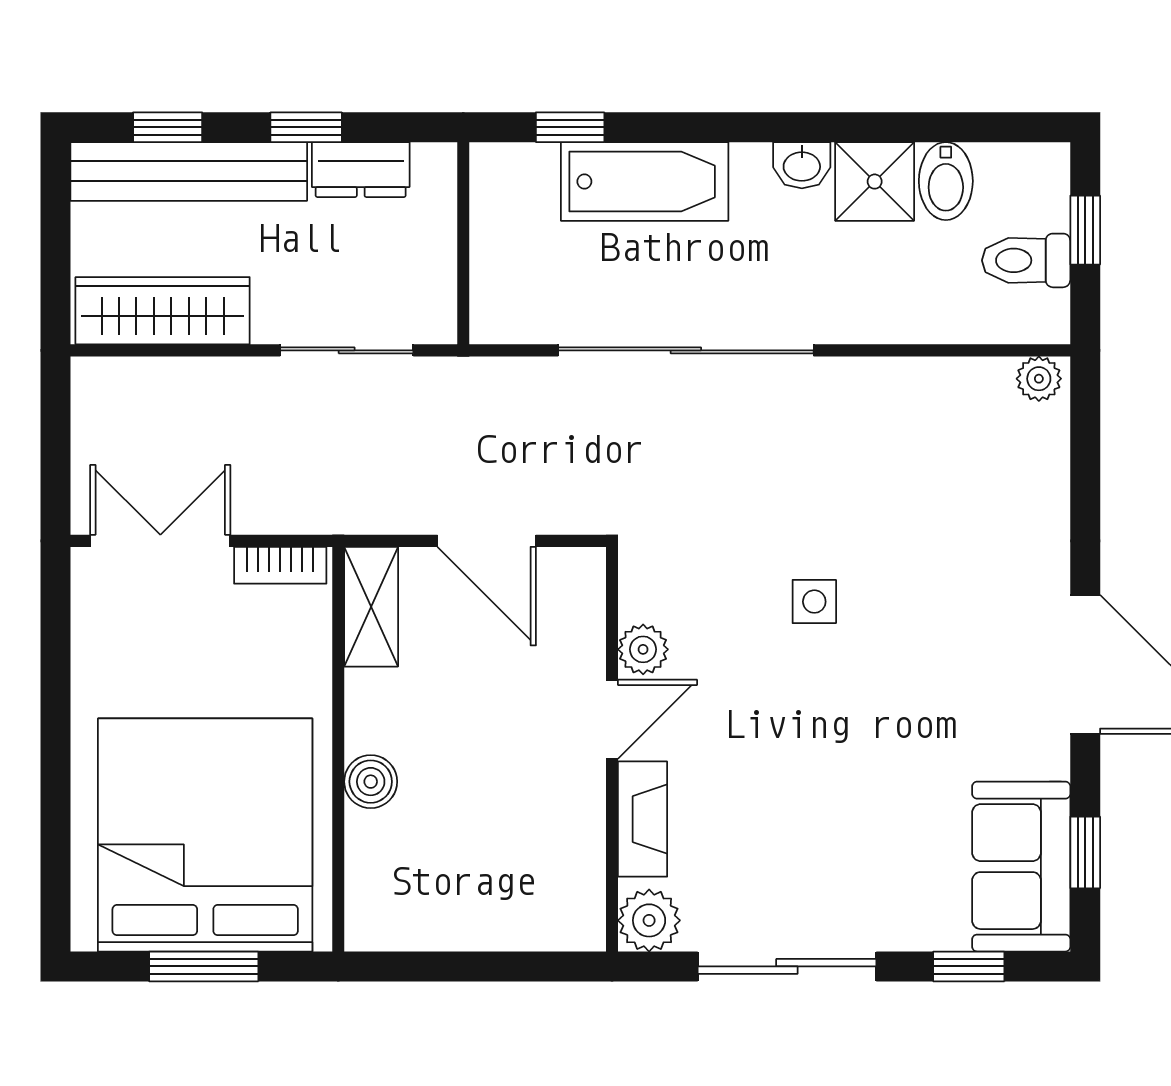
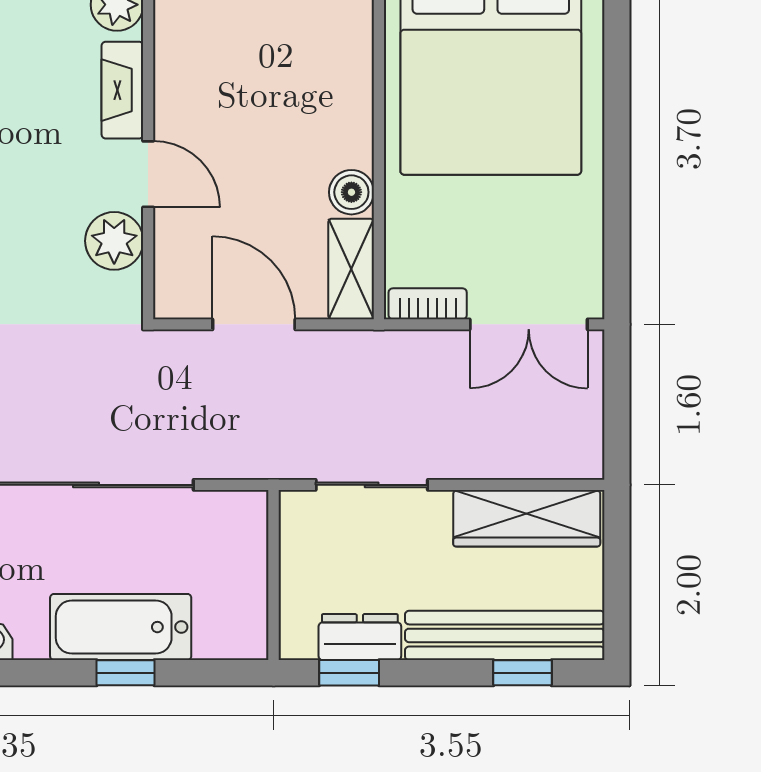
window: (306, 127) -> (349, 673), moved
window: (570, 127) -> (126, 673), moved
plant: (643, 649) -> (114, 241), width x1.38, depth x1.38
door: (612, 719) -> (148, 174), swing flipped
boiler: (371, 782) -> (351, 192), moved

